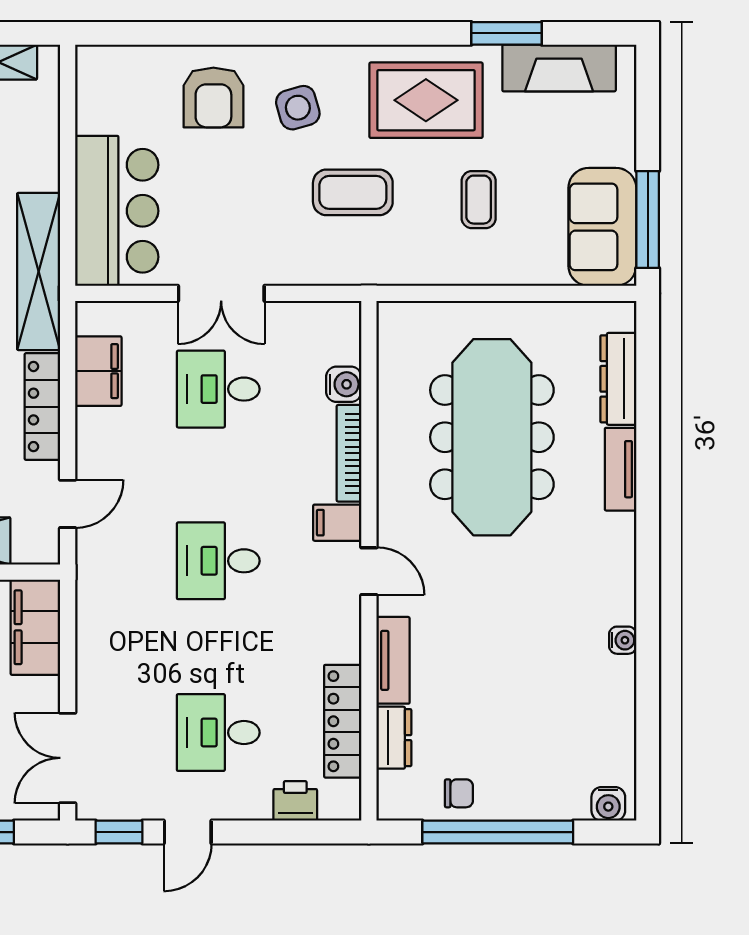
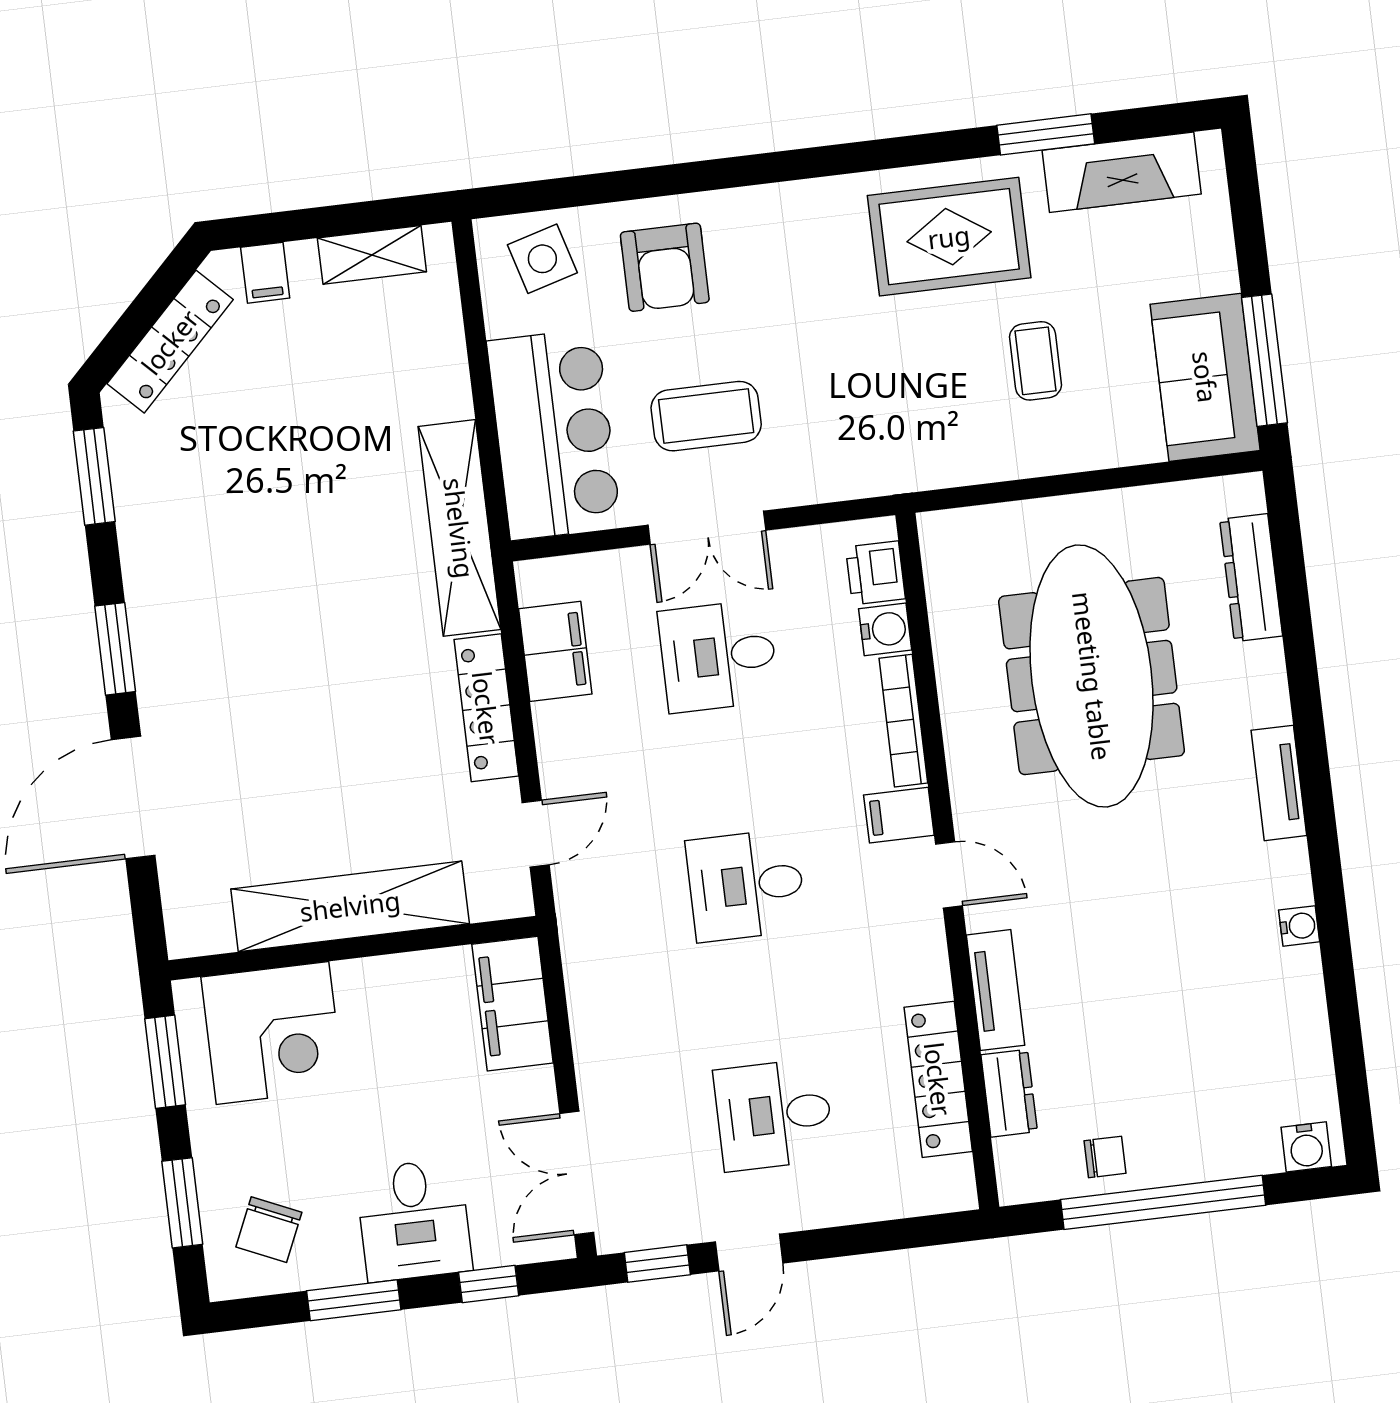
side table: (298, 108) -> (542, 259), moved
coffee table: (353, 192) -> (706, 416), moved
tv unit: (621, 469) -> (1279, 783), moved
printer: (295, 801) -> (875, 573), moved, turned -90

